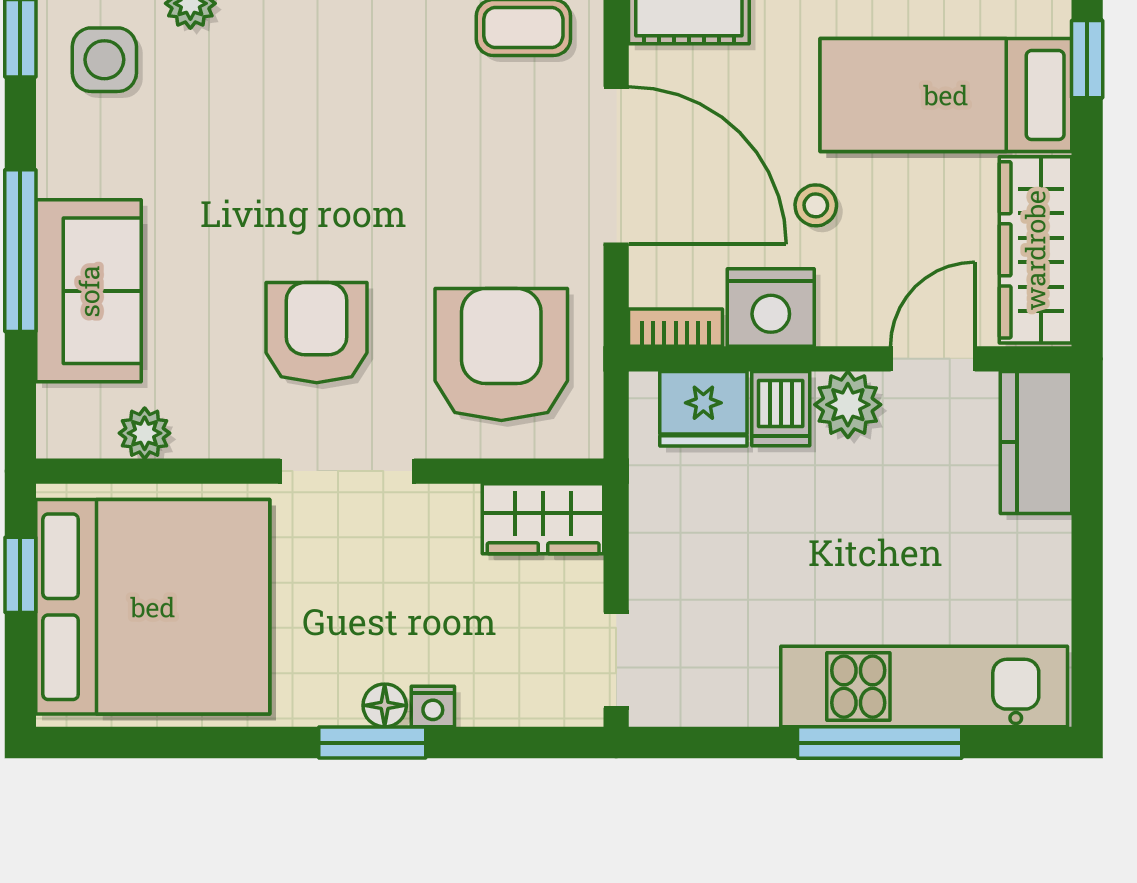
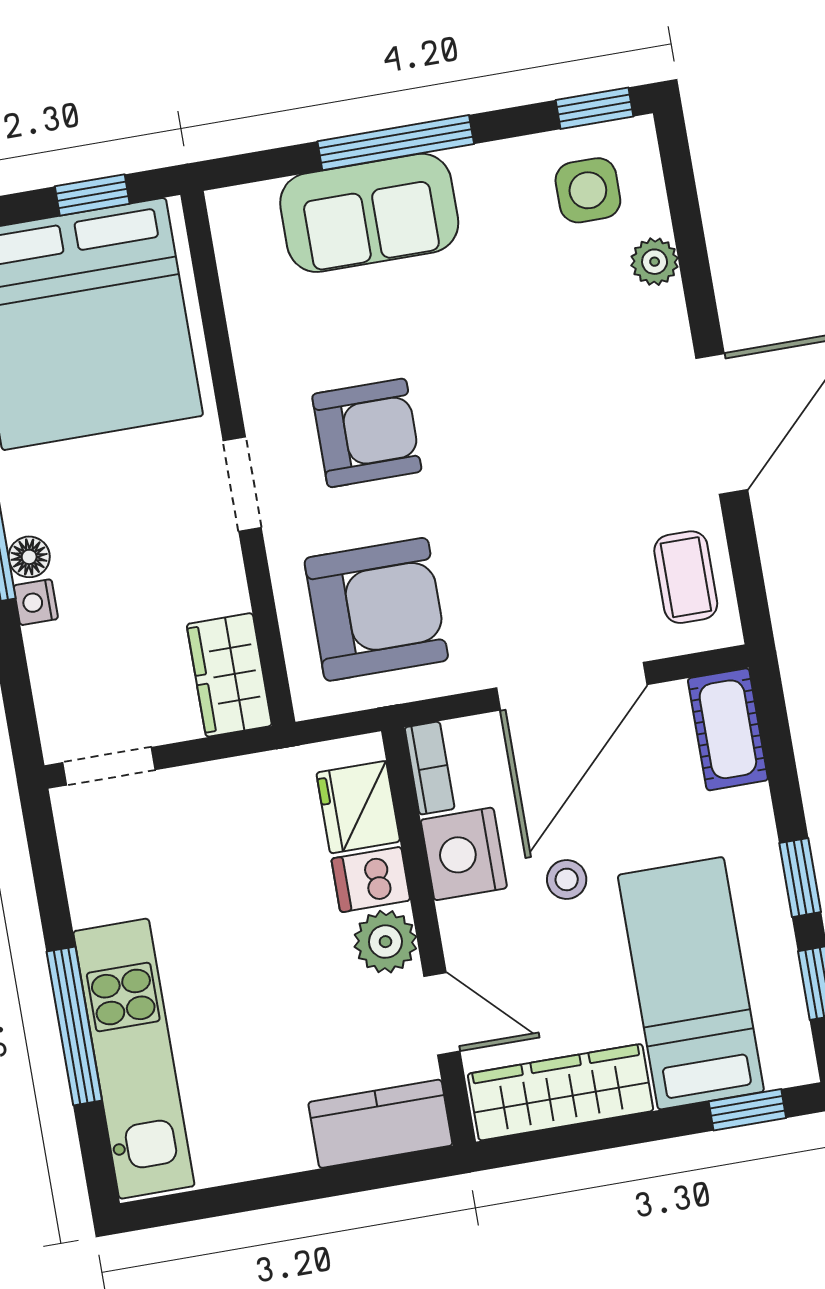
plant: (145, 433) -> (245, 288), removed
doorway: (347, 471) -> (242, 484), width x0.73

